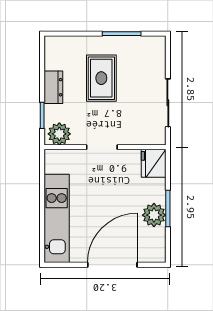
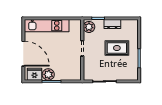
fridge: (154, 163) -> (34, 74), moved

